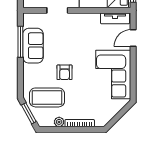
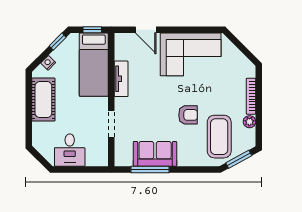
tv unit: (115, 18) -> (121, 79), moved

